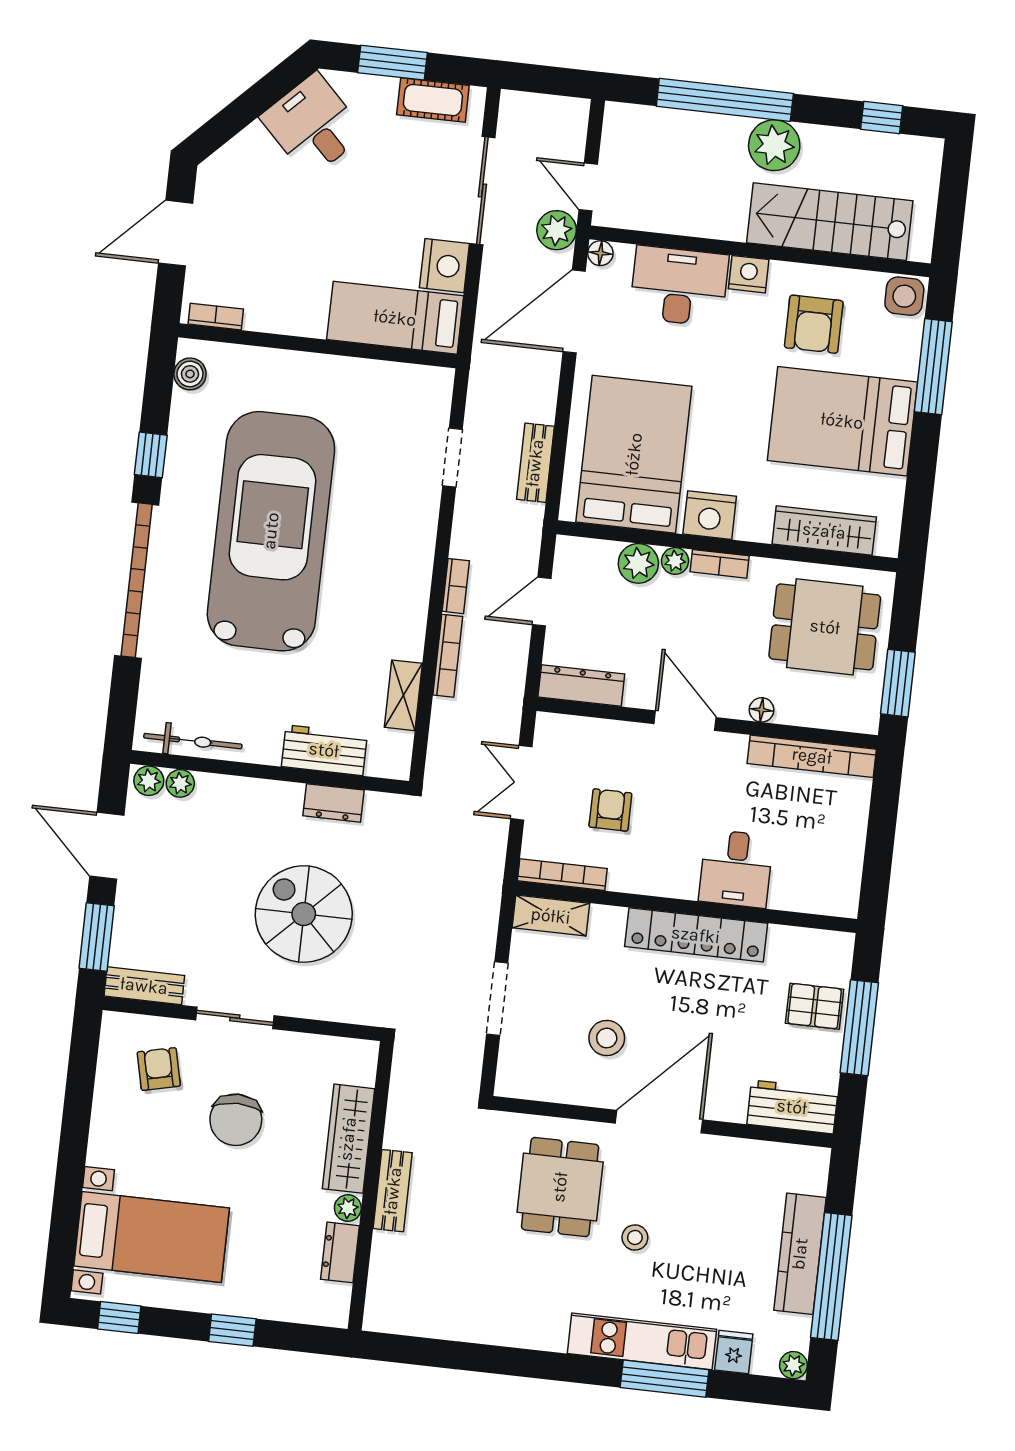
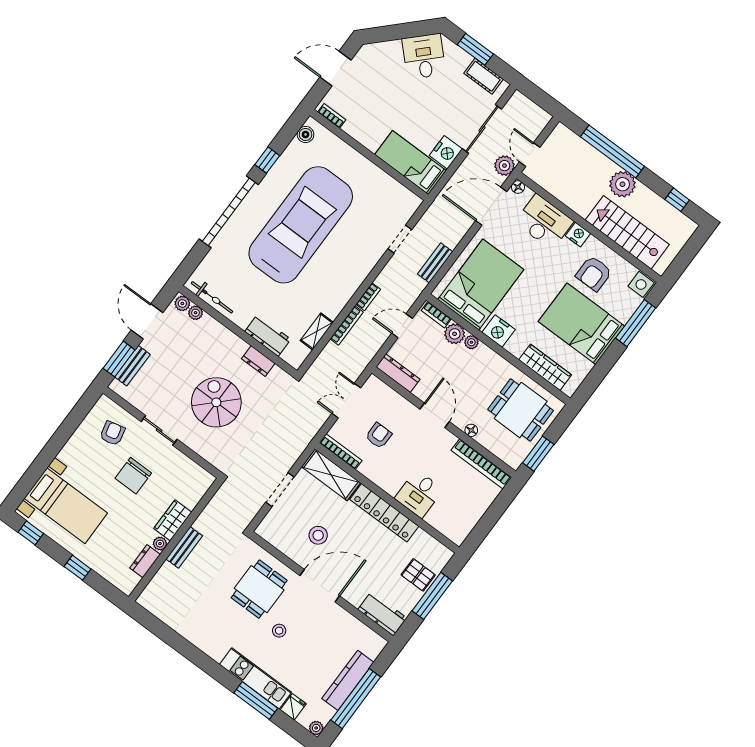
bookcase: (720, 564) -> (436, 315), moved
shelving: (551, 916) -> (331, 475), width x1.50, depth x1.33
bench: (144, 986) -> (132, 366), moved, turned 90
wardrobe: (348, 1139) -> (173, 520), width x0.67

